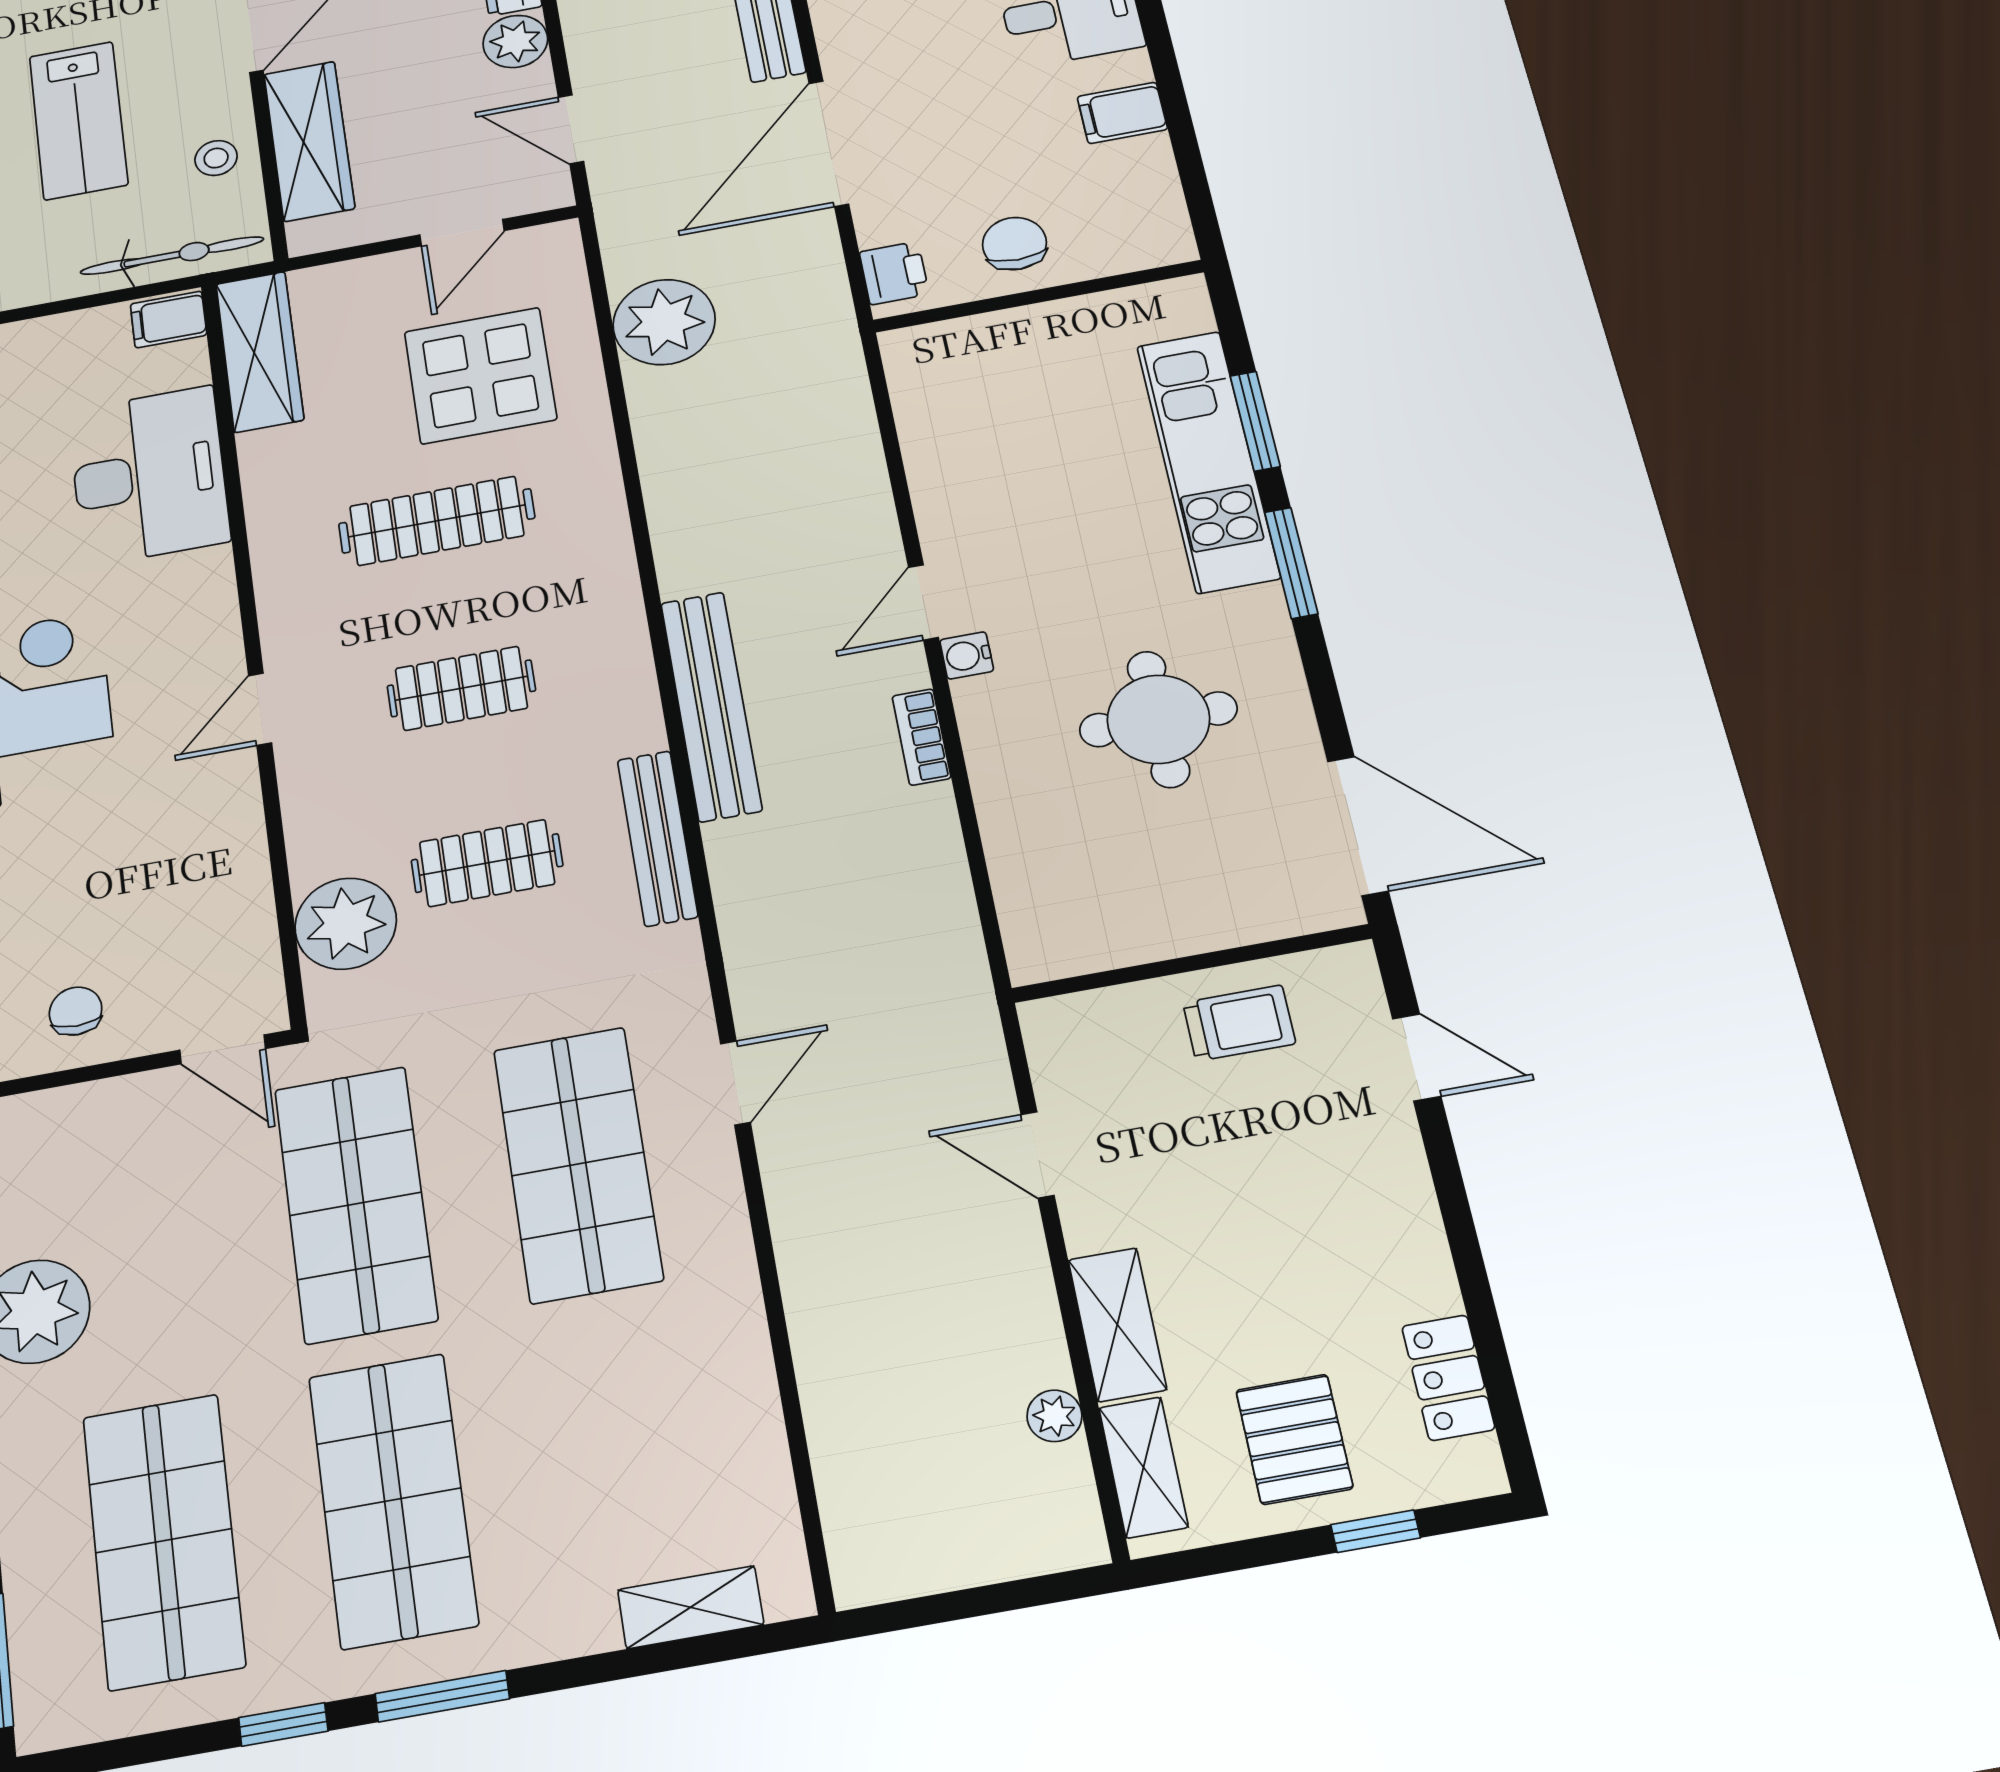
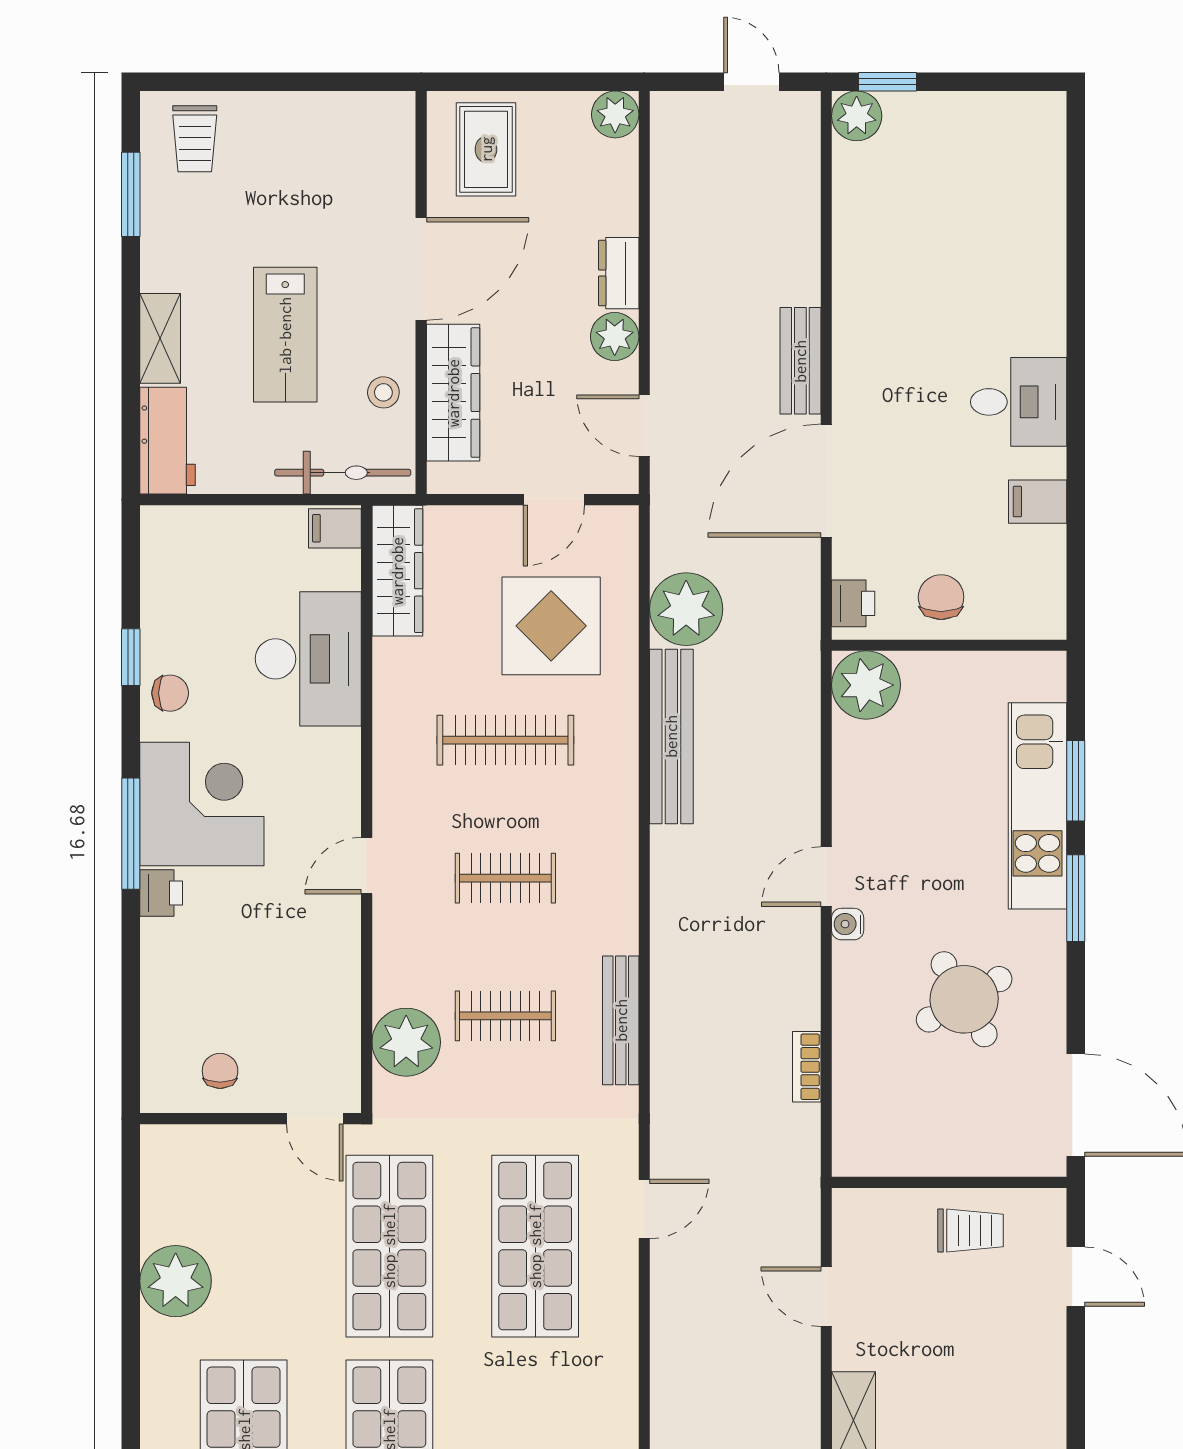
plant: (932, 363) -> (866, 685), added
bench: (711, 706) -> (671, 736), moved
round table: (1158, 719) -> (964, 999), turned -30
bookcase: (921, 737) -> (807, 1067), moved

